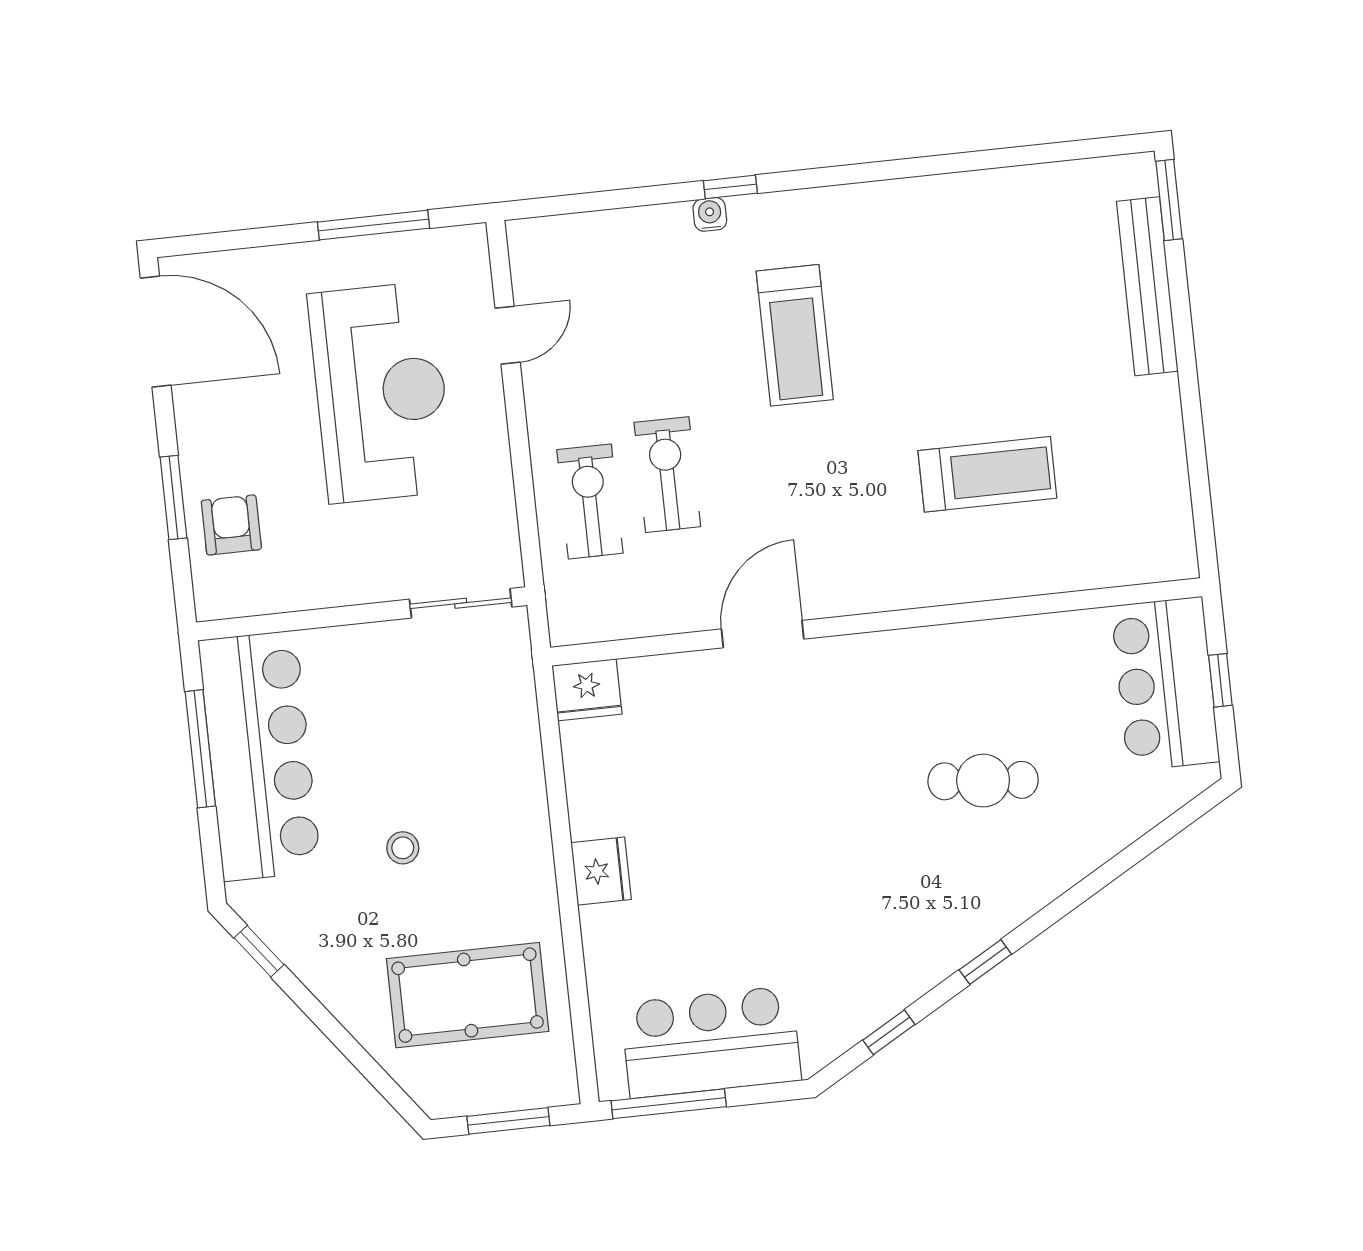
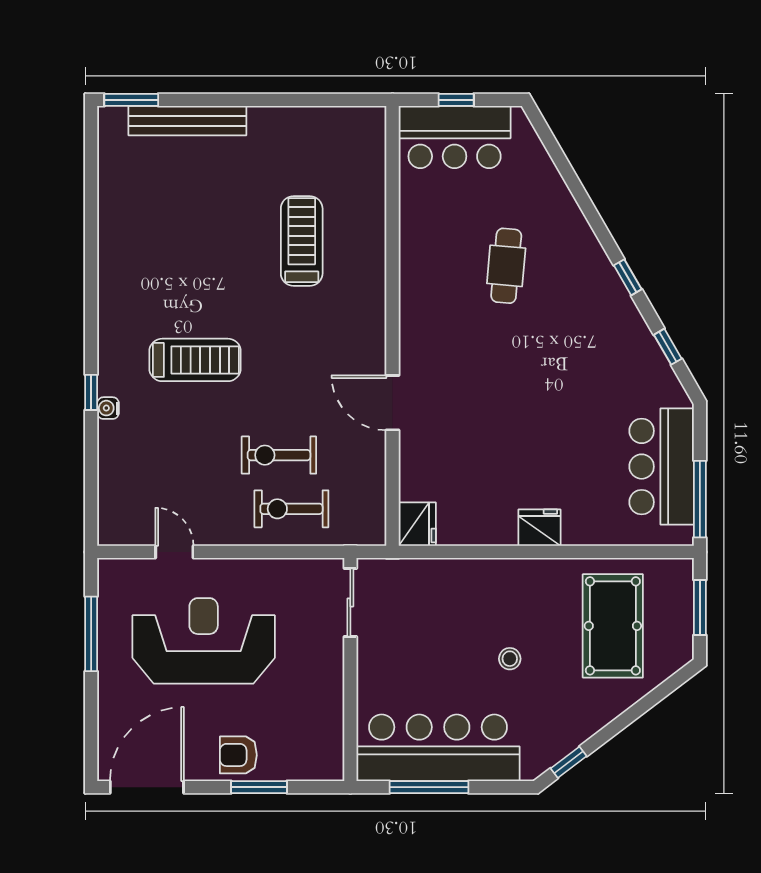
armchair: (231, 525) -> (238, 755), moved

